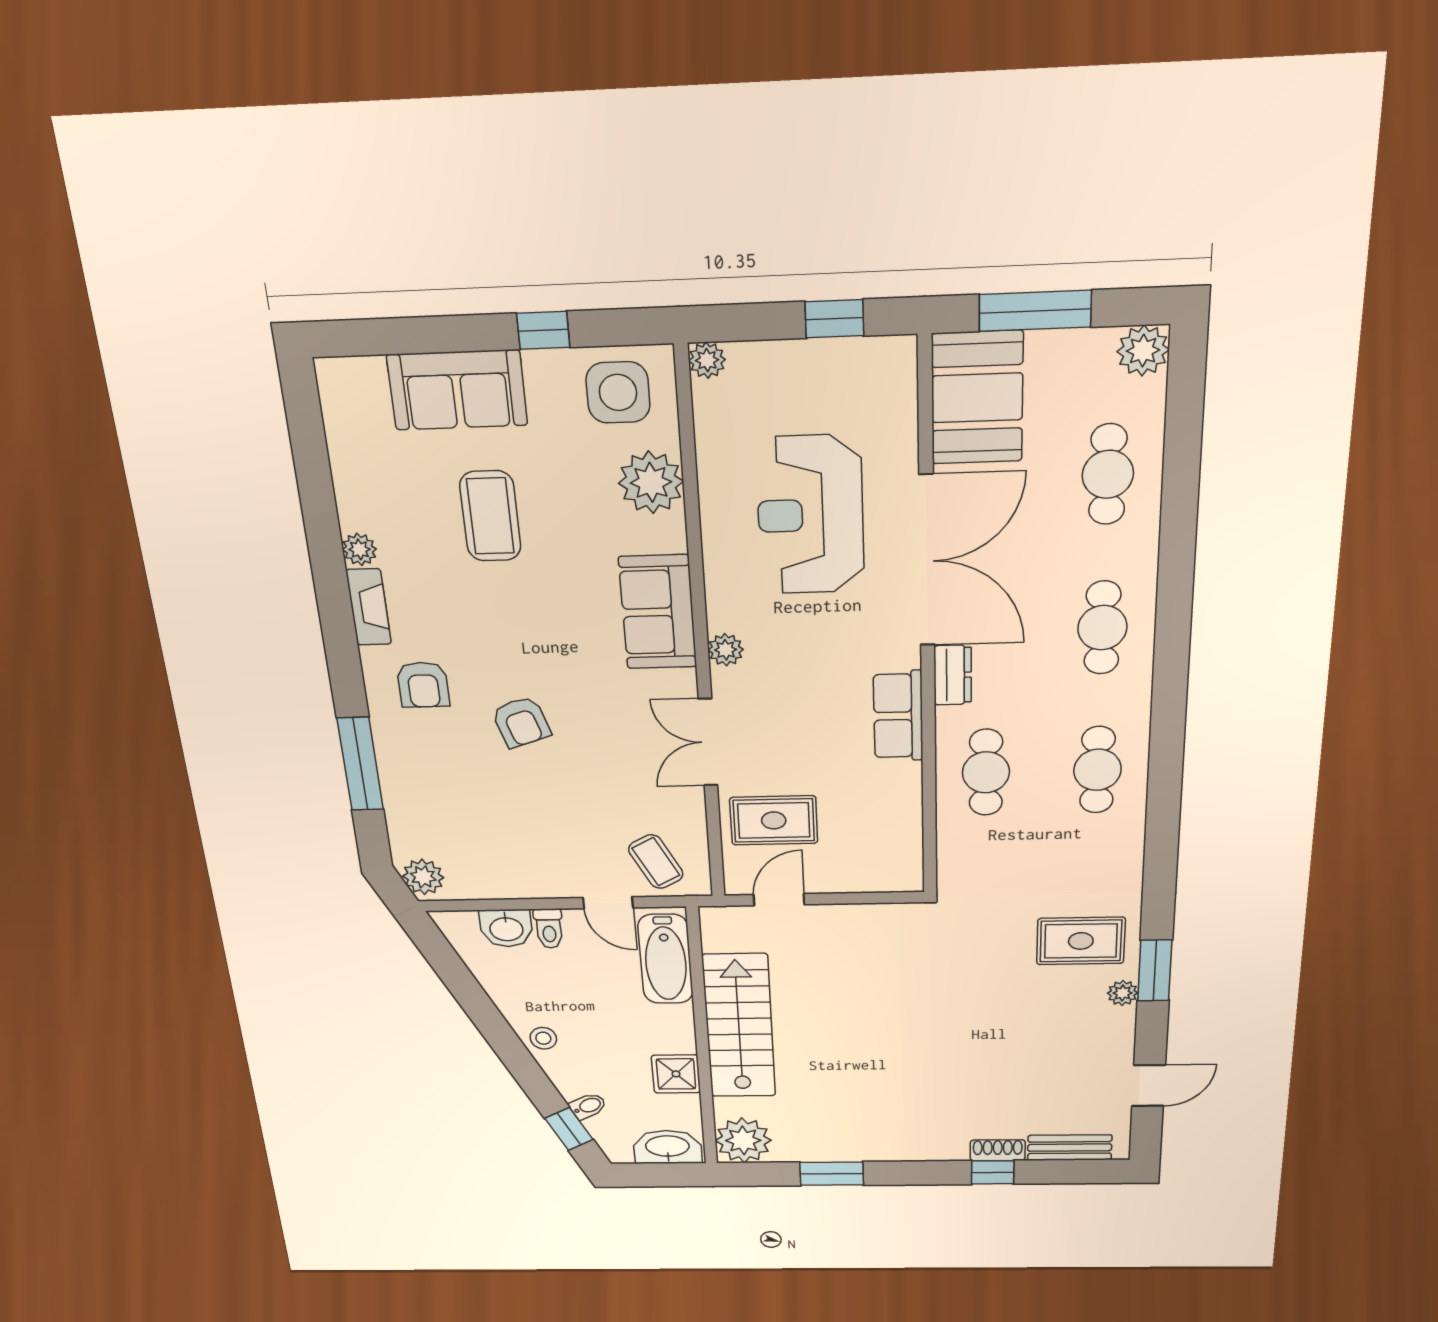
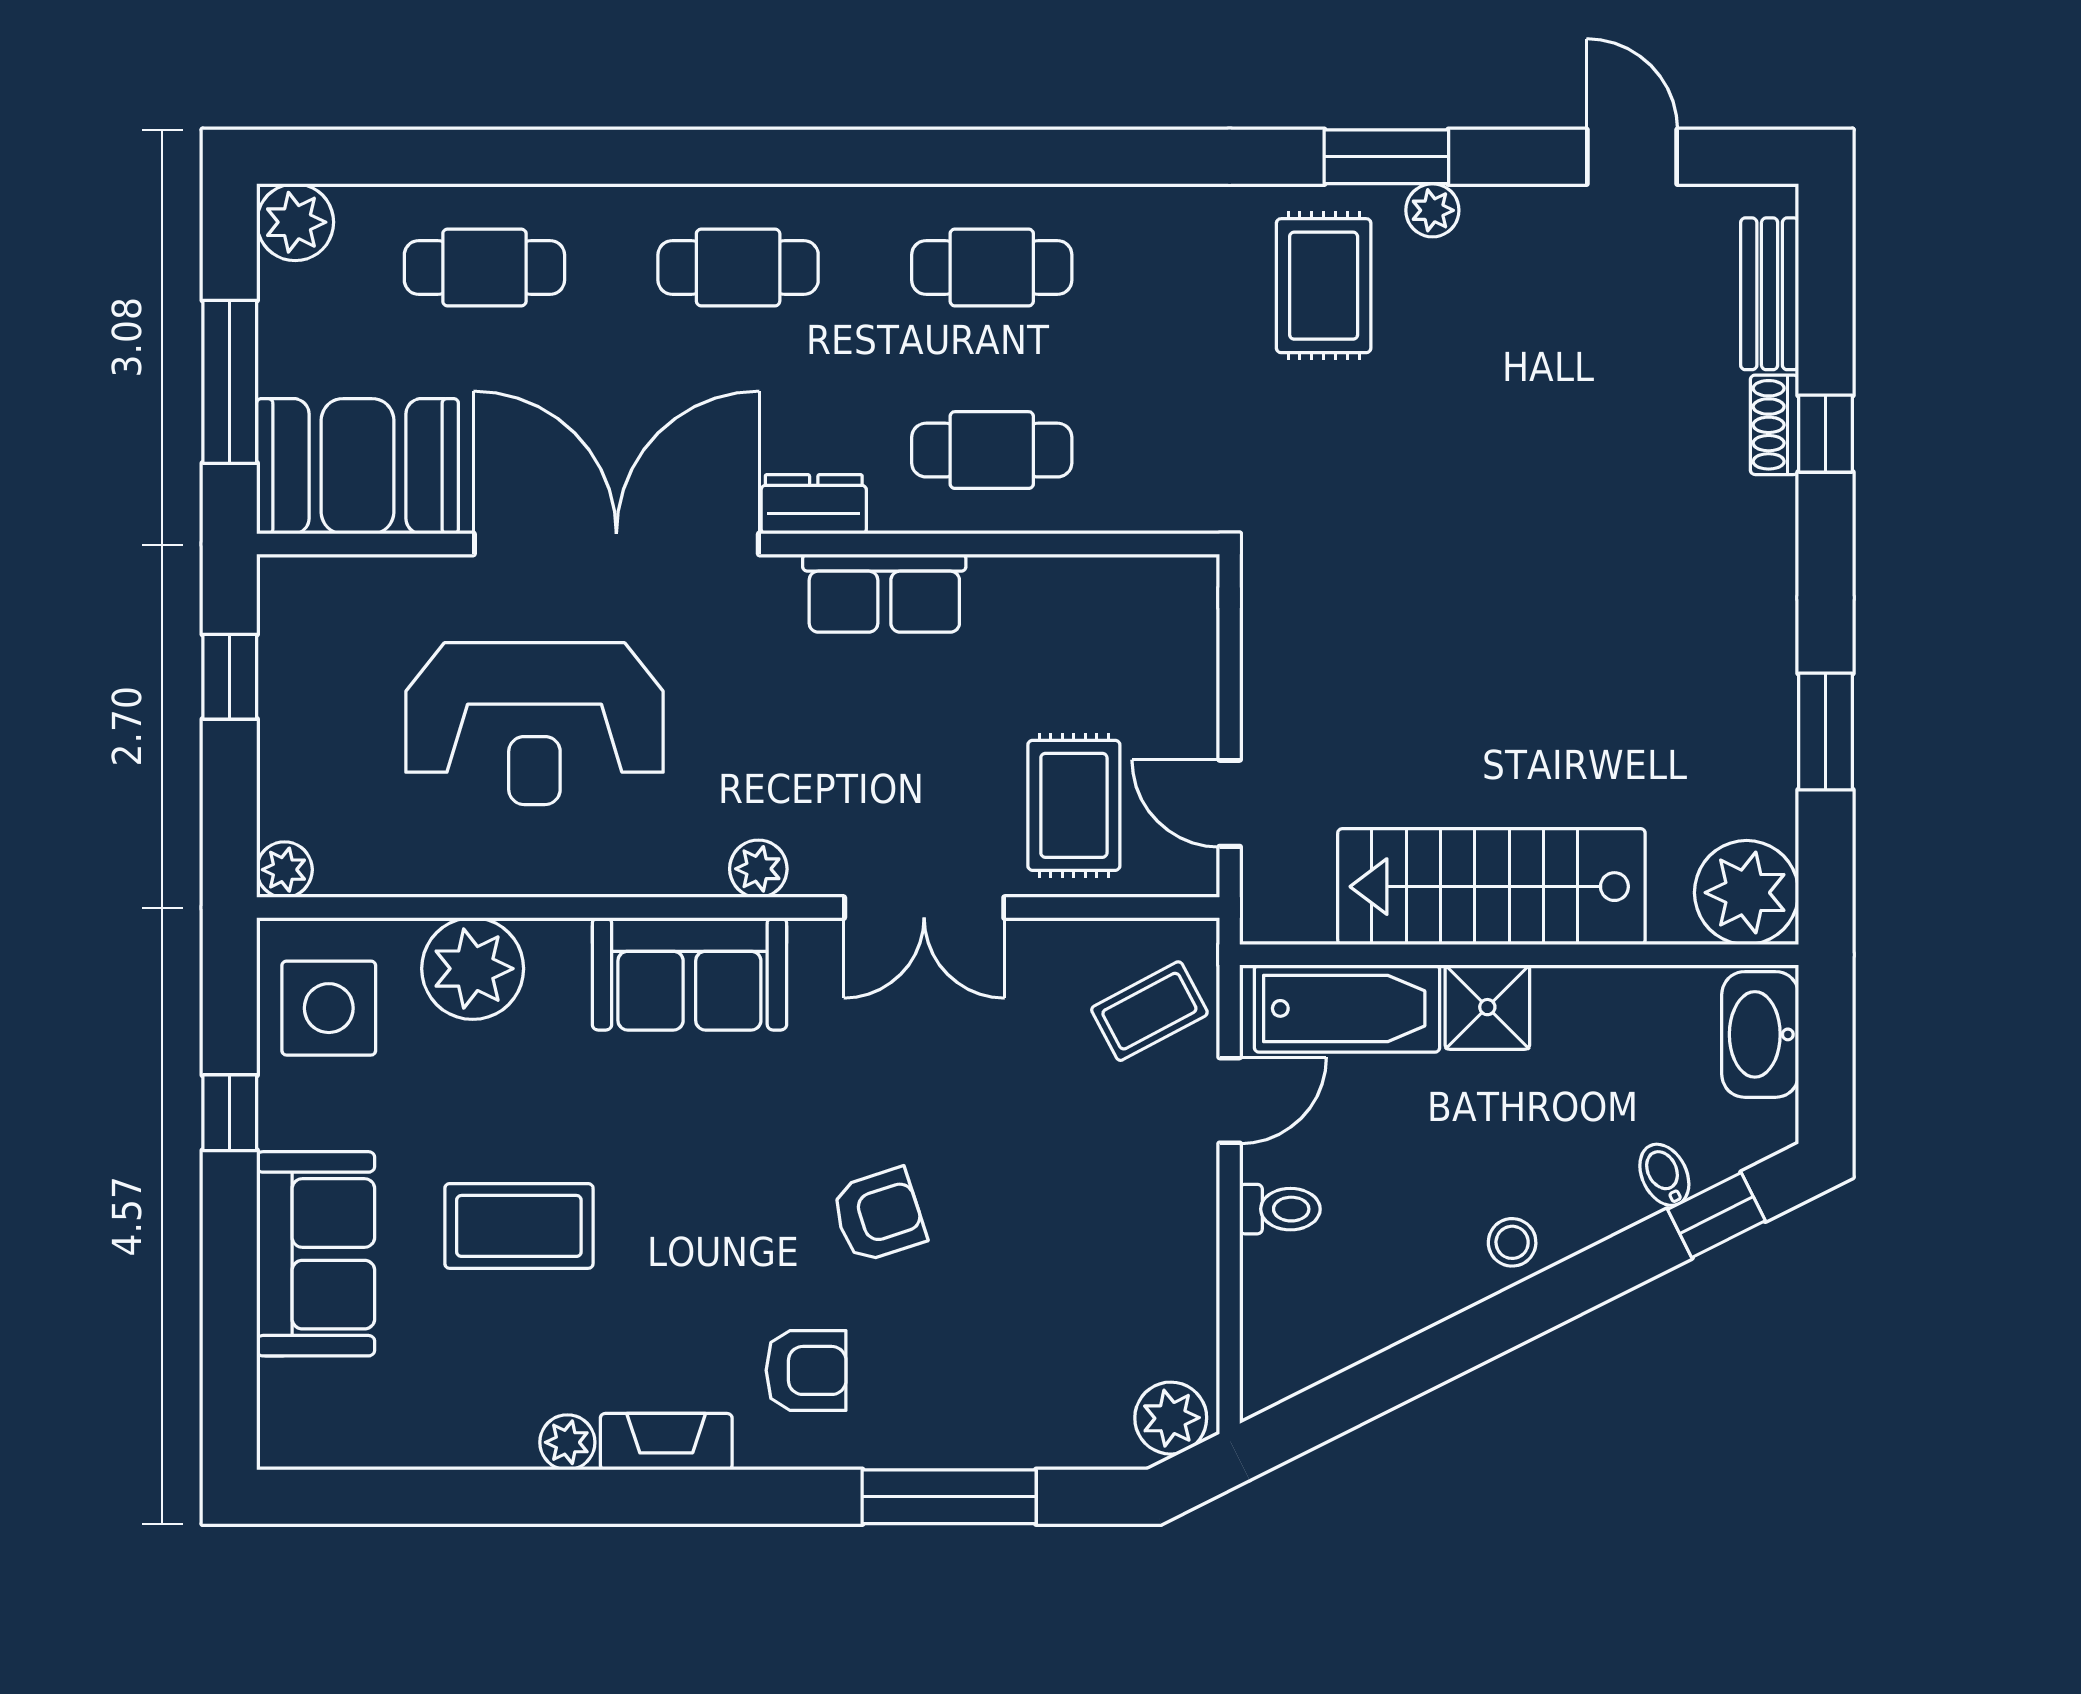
washbasin: (506, 928) -> (1278, 1284), removed
shower: (676, 1074) -> (1487, 1007), moved

